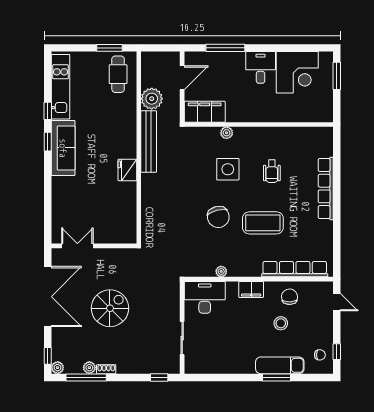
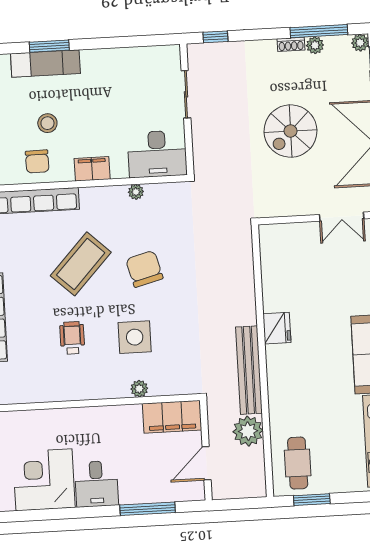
coffee table: (263, 223) -> (81, 264), turned -47

